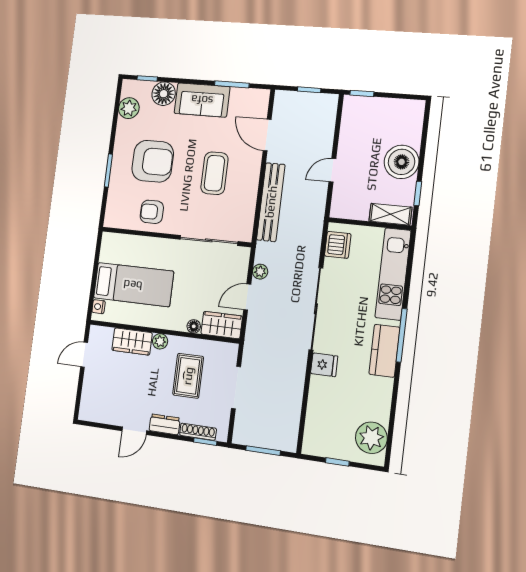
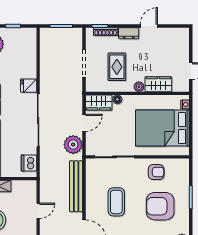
plant: (260, 272) -> (73, 145), width x1.88, depth x1.88
bed: (133, 285) -> (162, 128), width x1.50

